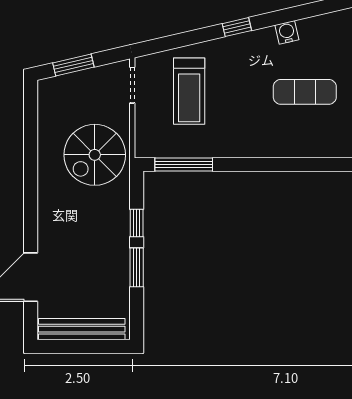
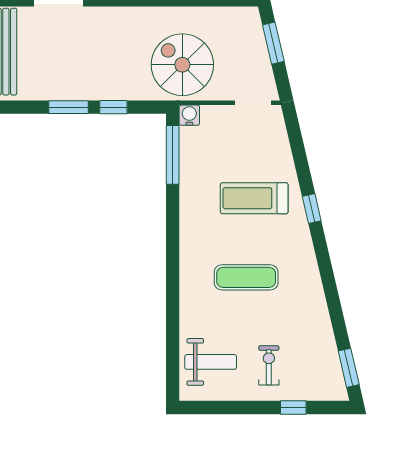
water cooler: (287, 32) -> (189, 115), moved, turned -77
treadmill: (189, 91) -> (254, 198), moved
exercise mat: (305, 92) -> (246, 277), turned 90

